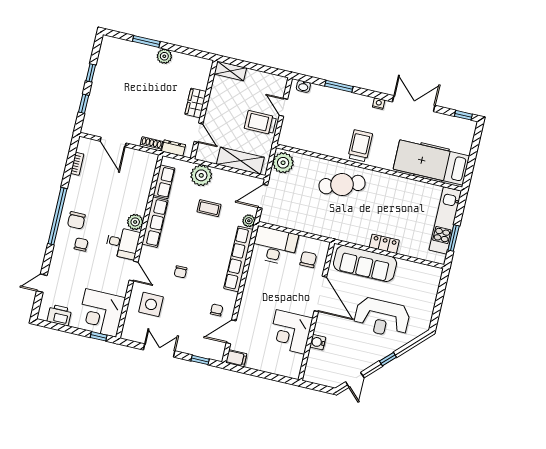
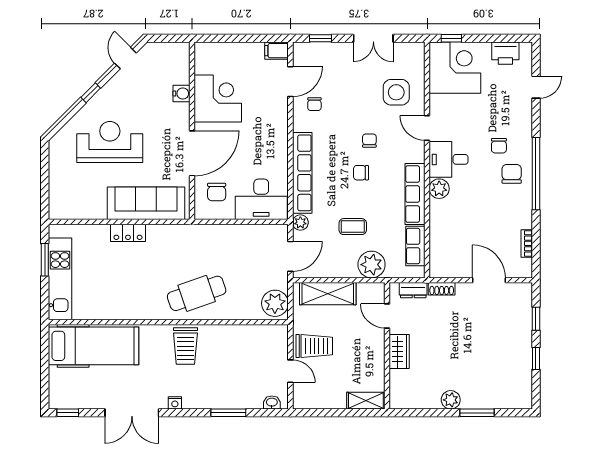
chair: (193, 248) -> (361, 173), added
door: (320, 294) -> (192, 153), swing flipped

